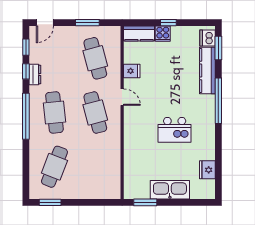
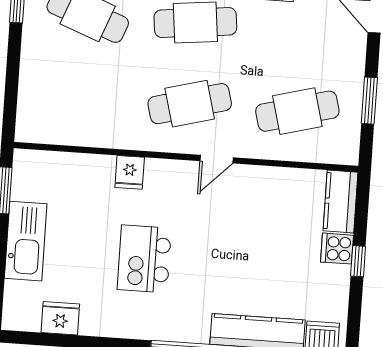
fridge: (132, 71) -> (130, 172), moved

